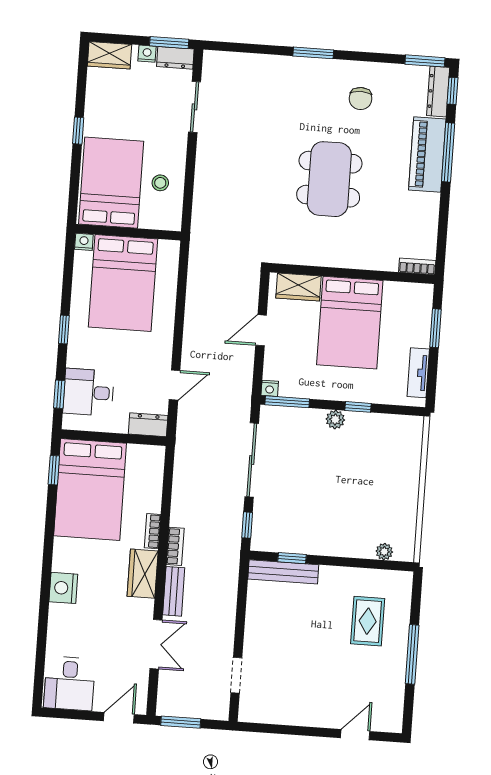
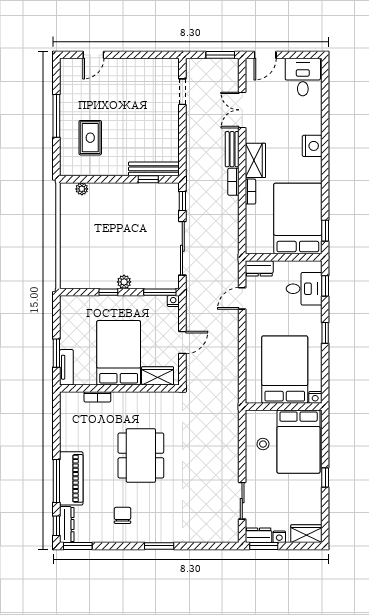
bookcase: (417, 266) -> (97, 397), moved
tv unit: (418, 373) -> (66, 367), moved

